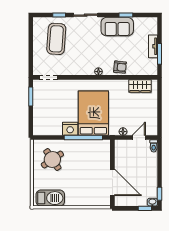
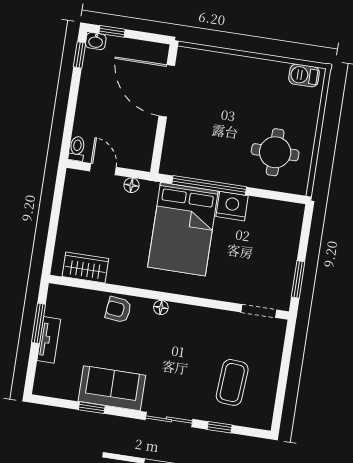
coffee table: (56, 39) -> (232, 382), width x0.73, depth x0.76
door: (139, 138) -> (103, 169), swing flipped
round table: (52, 160) -> (275, 152), turned 34
barbecue: (50, 198) -> (304, 75), width x0.53, depth x0.65

